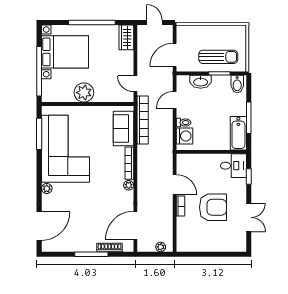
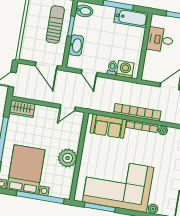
bookcase: (143, 120) -> (137, 112), moved
desk: (233, 166) -> (160, 40), moved, turned -90

